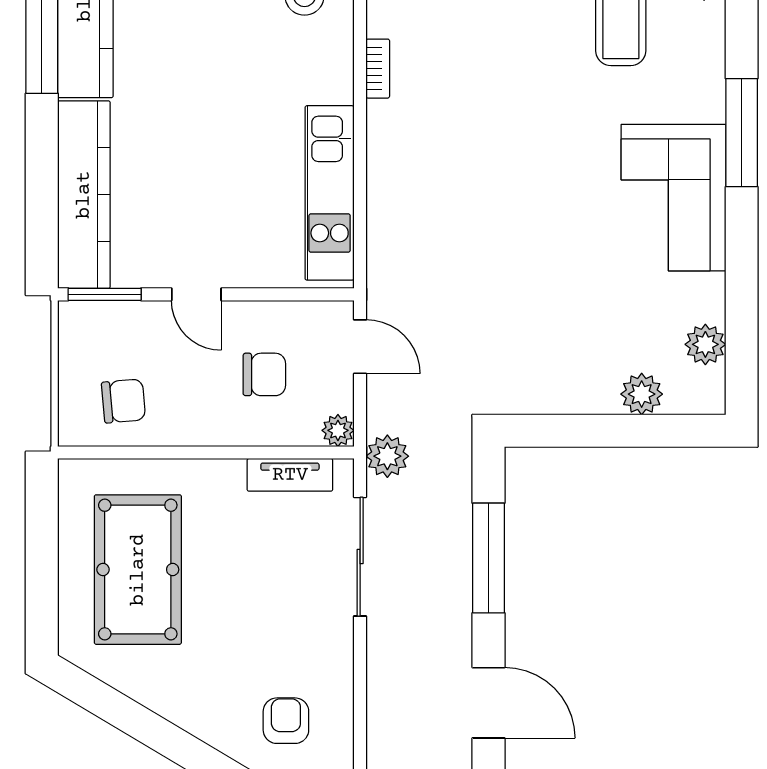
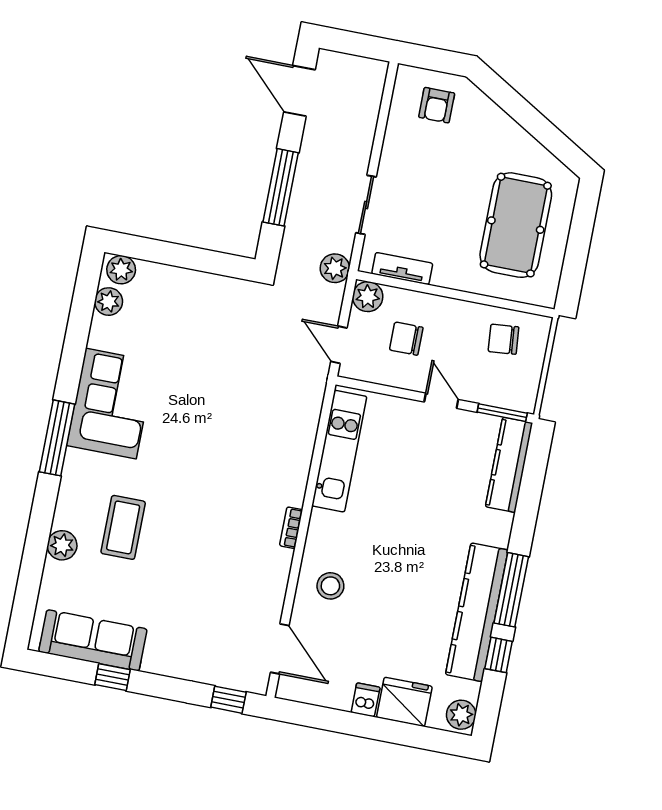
kitchen counter: (84, 195) -> (509, 465), width x0.72, depth x0.86
plant: (642, 394) -> (121, 270), moved
plant: (338, 430) -> (368, 297), width x1.38, depth x1.38
sliding door: (360, 557) -> (366, 205), width x0.73

